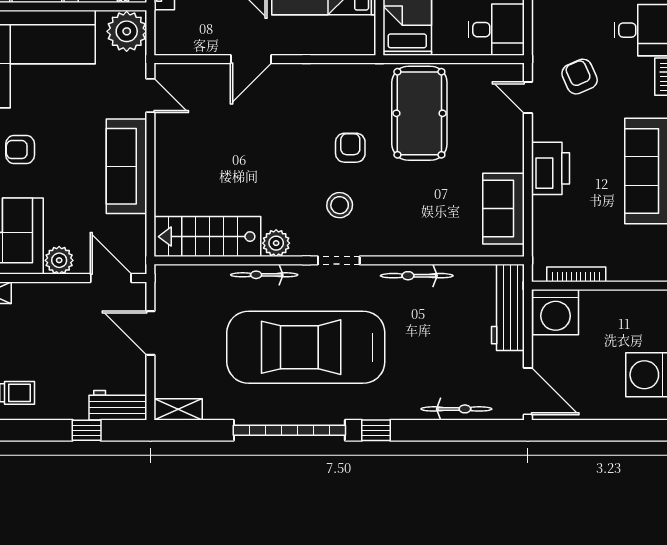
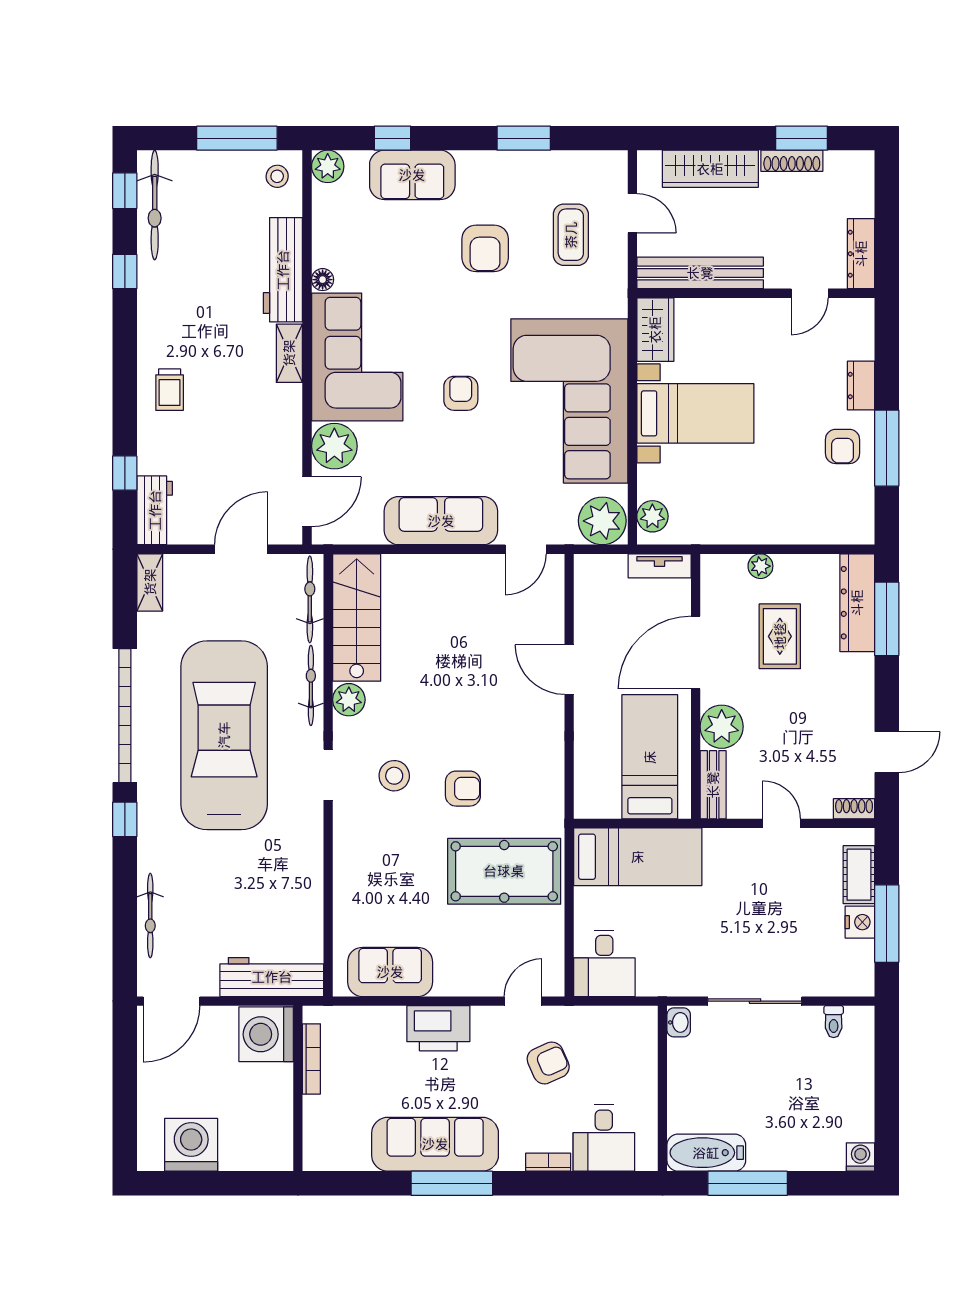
plant: (59, 260) -> (334, 446), width x1.36, depth x1.36
bicycle: (417, 276) -> (310, 599), moved

